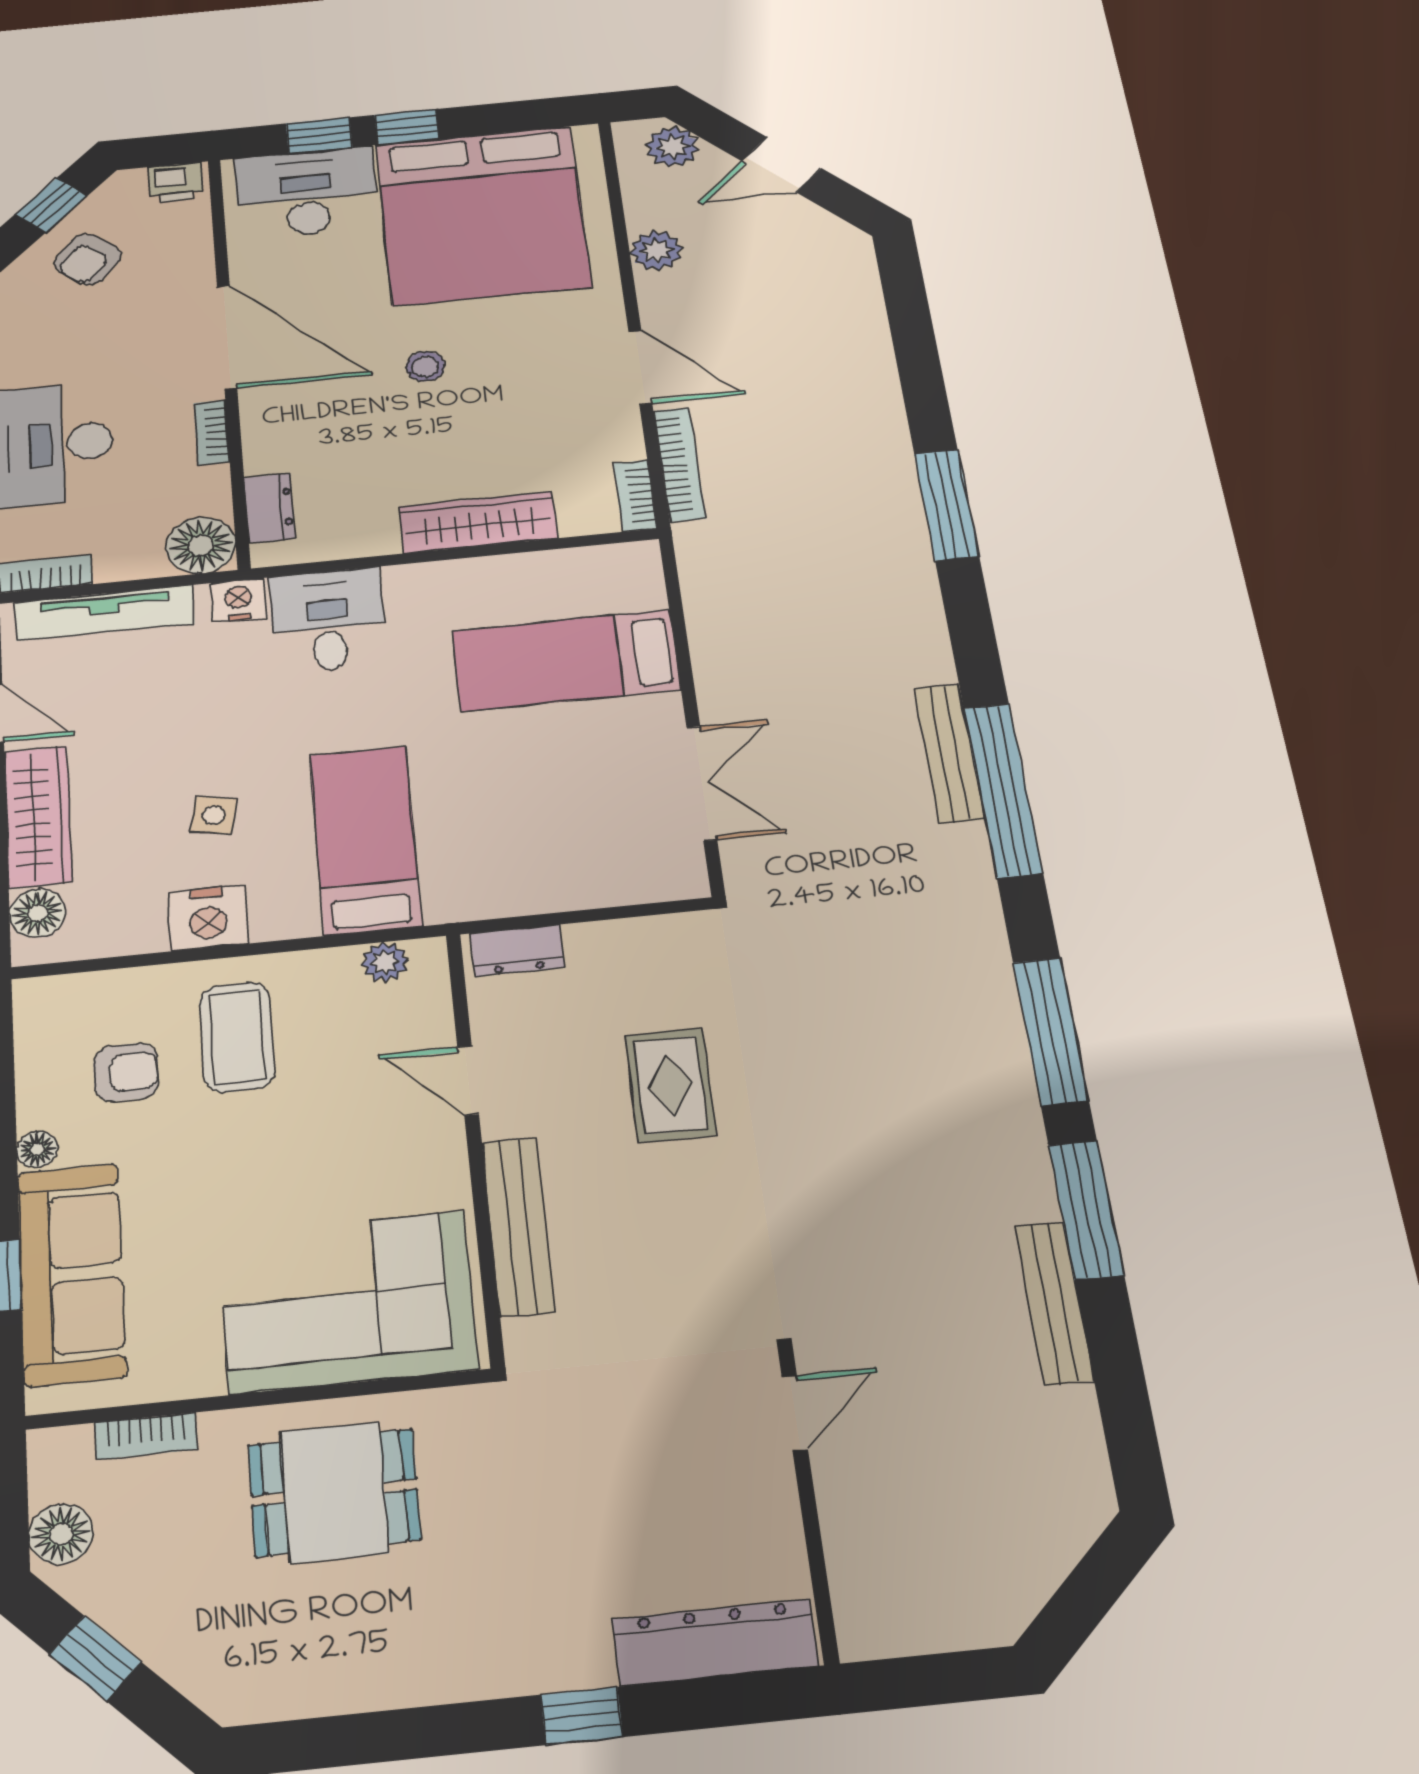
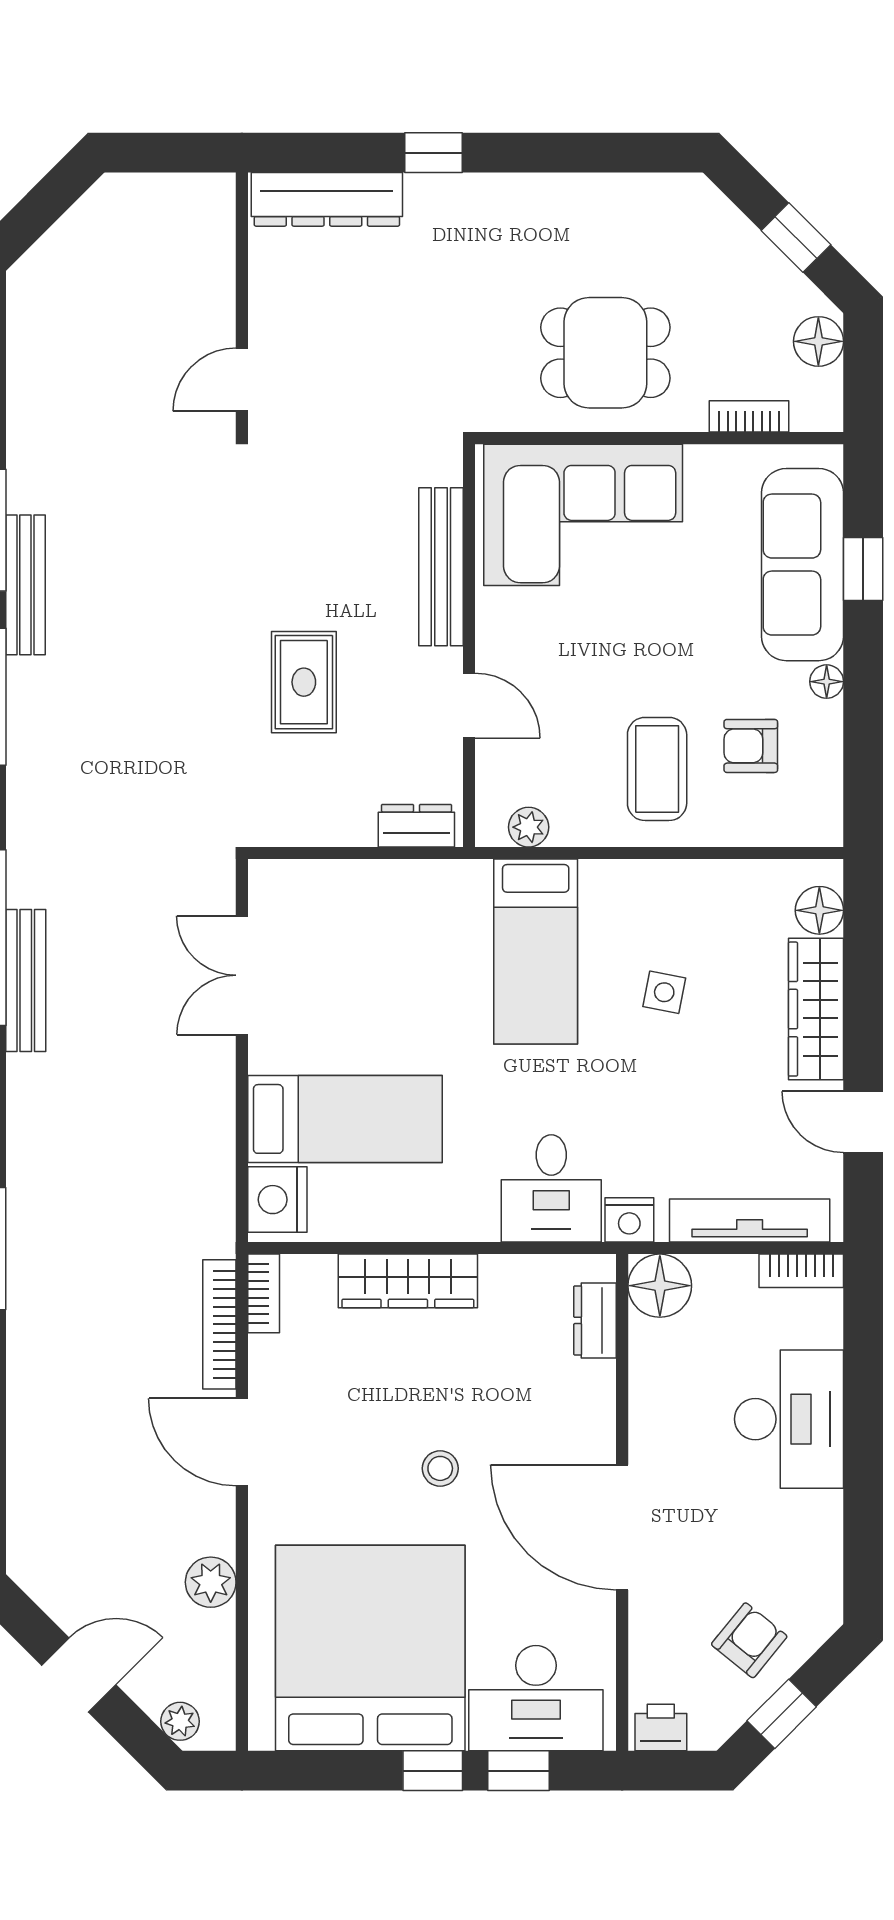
plant: (672, 147) -> (180, 1721), width x0.73, depth x0.73
bookcase: (212, 432) -> (643, 1415), removed
nightstand: (208, 918) -> (277, 1200), moved, turned -90
bench: (1054, 1303) -> (25, 585), moved

